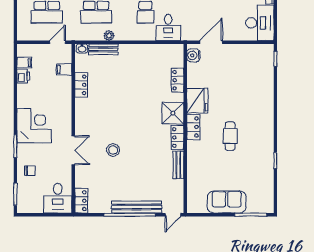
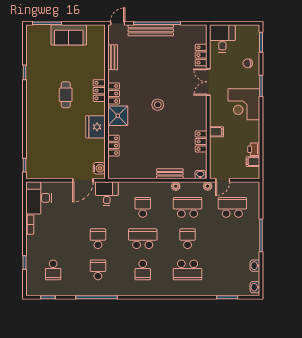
desk: (168, 27) -> (107, 194), moved
plant: (74, 36) -> (208, 186), added
bench: (103, 49) -> (170, 174), moved
filing cabinet: (64, 70) -> (217, 132), moved
locker: (193, 127) -> (99, 91), moved
stool: (113, 150) -> (158, 105), moved
bench: (178, 165) -> (113, 57), moved
locker: (81, 201) -> (201, 55), moved

